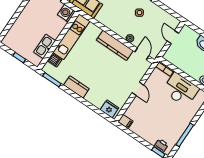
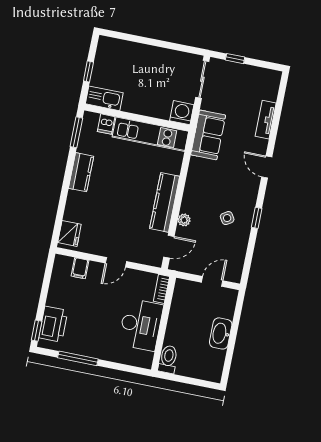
kitchen sink: (45, 46) -> (104, 98), moved
filing cabinet: (126, 121) -> (80, 268), moved
printer: (161, 146) -> (53, 324), width x1.87, depth x1.48

